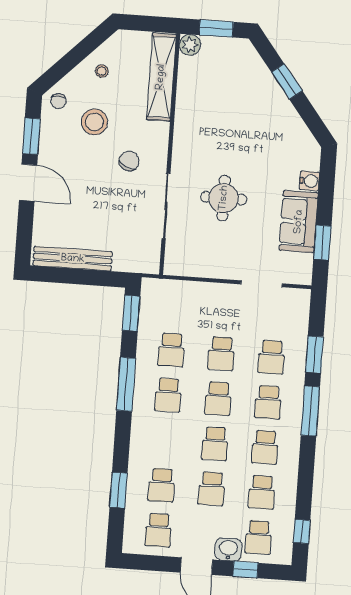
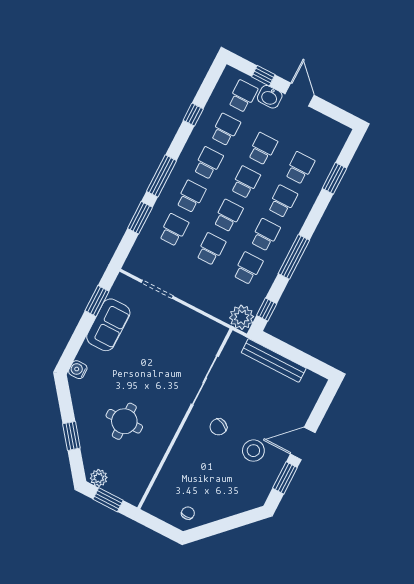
plant: (190, 45) -> (99, 478), moved
stool: (102, 71) -> (210, 505), removed
shelving: (161, 77) -> (166, 481), removed
chair: (58, 101) -> (188, 513), moved
stool: (94, 122) -> (253, 451), moved
water cooler: (309, 181) -> (78, 370), moved
door: (28, 183) -> (303, 443), hinge flipped
round table: (224, 198) -> (124, 421), moved
bench: (73, 259) -> (274, 360), moved
plant: (155, 293) -> (242, 317), added
window: (131, 313) -> (267, 310), width x0.67
school desk: (158, 530) -> (283, 201), moved
window: (302, 531) -> (193, 115), moved

